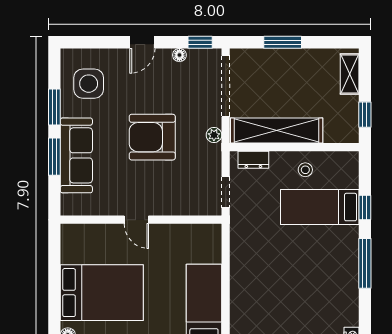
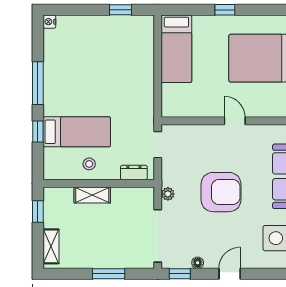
shelving: (277, 131) -> (92, 195), width x0.45, depth x0.75

